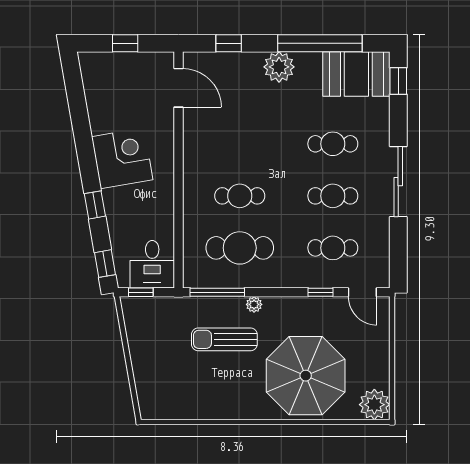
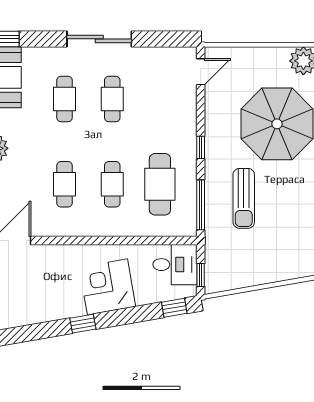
corner desk: (122, 158) -> (107, 287), moved
window: (95, 205) -> (83, 324), moved
cafe table: (333, 248) -> (65, 184), moved
window: (321, 292) -> (201, 147), moved
plant: (254, 304) -> (212, 171), removed

